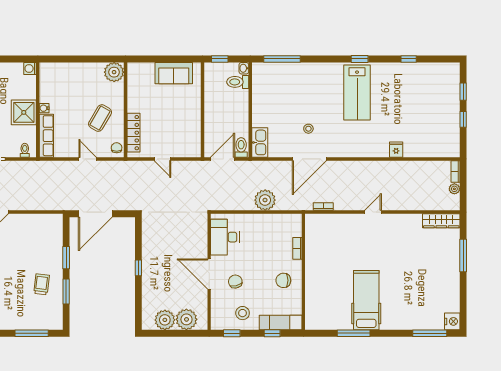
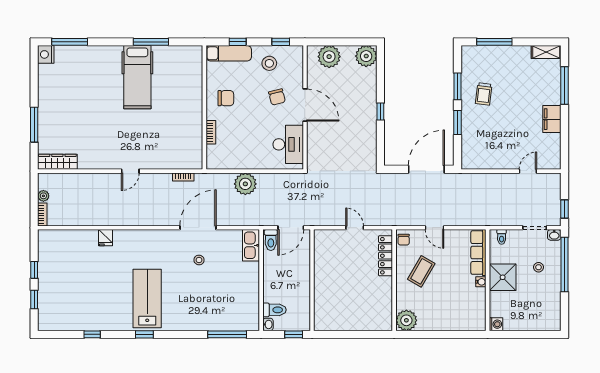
sofa: (174, 73) -> (343, 319), removed
plant: (165, 320) -> (366, 56), moved

